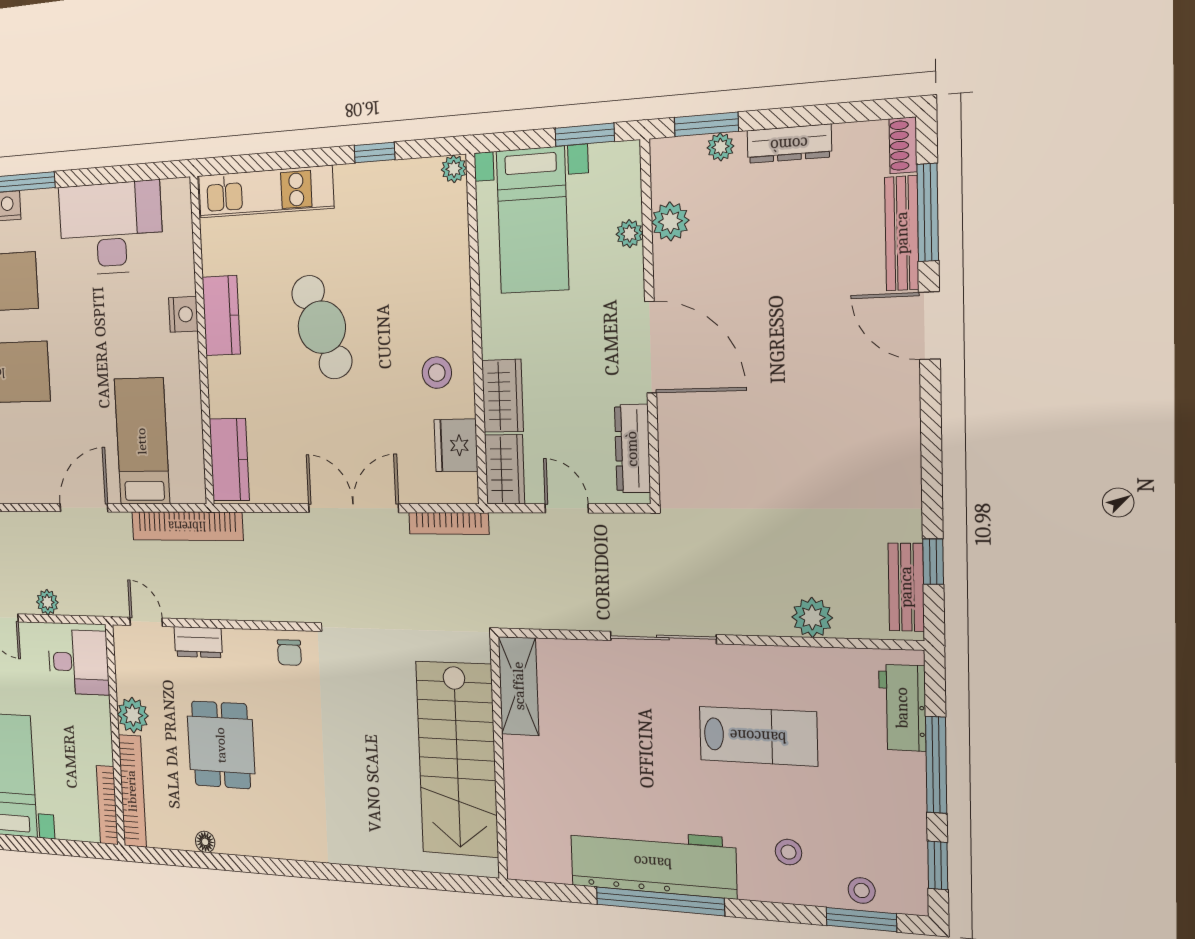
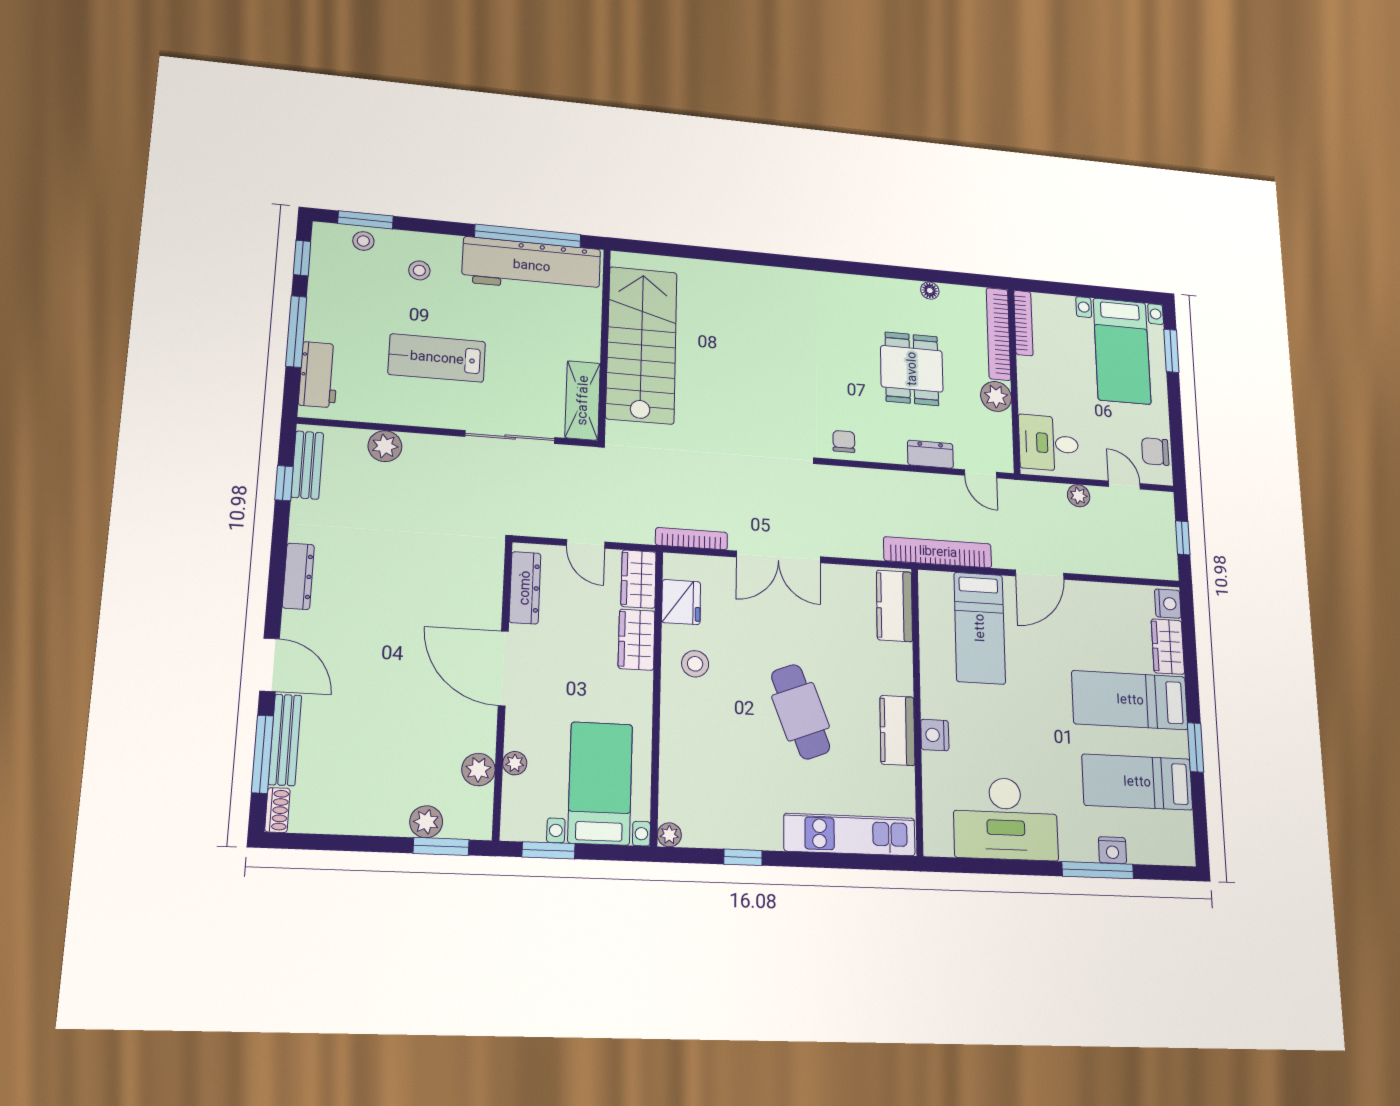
dresser: (789, 144) -> (298, 576), moved, turned 90
plant: (720, 147) -> (426, 822), width x1.38, depth x1.38
shelving: (519, 686) -> (583, 400), moved
wall: (499, 758) -> (604, 344), moved
stairs: (457, 759) -> (642, 345), moved

